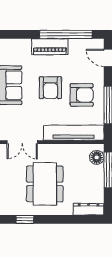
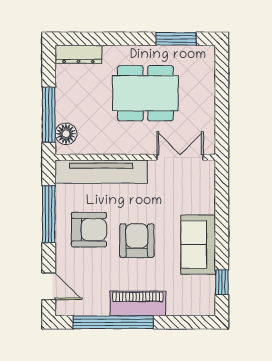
armchair: (82, 95) -> (89, 230), turned 180
dining table: (45, 184) -> (145, 93), turned 90
window: (25, 219) -> (176, 39), width x1.50

